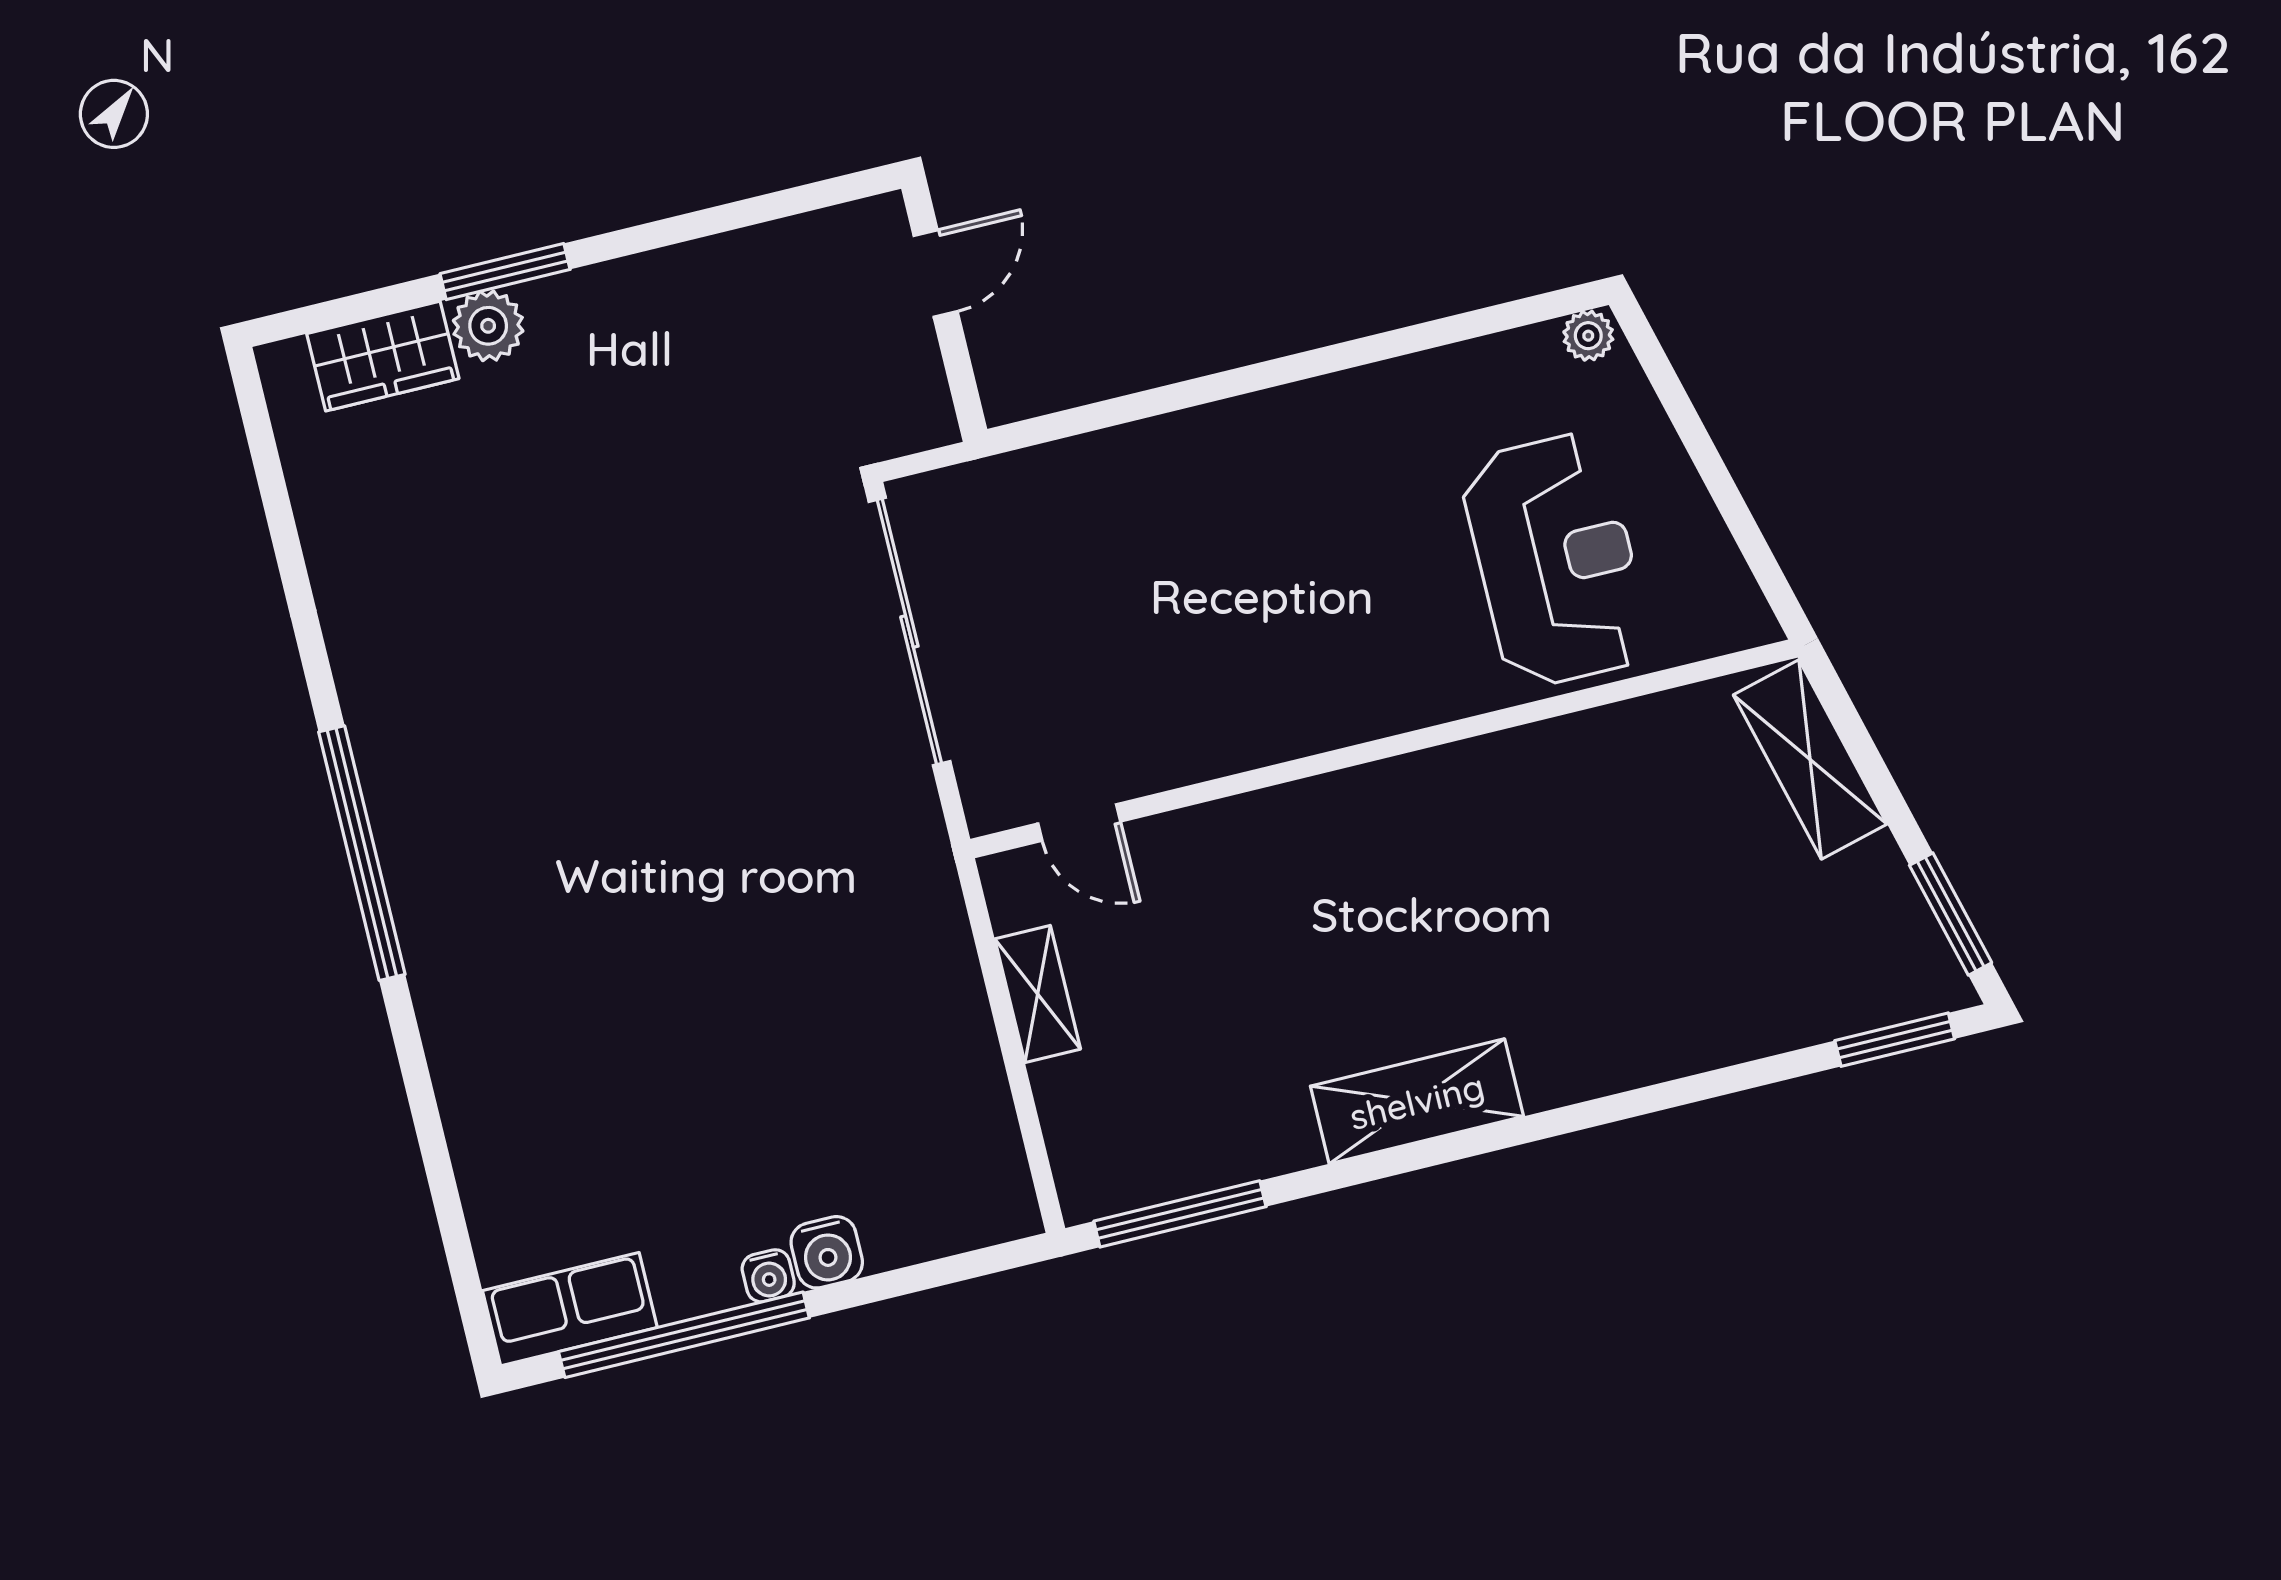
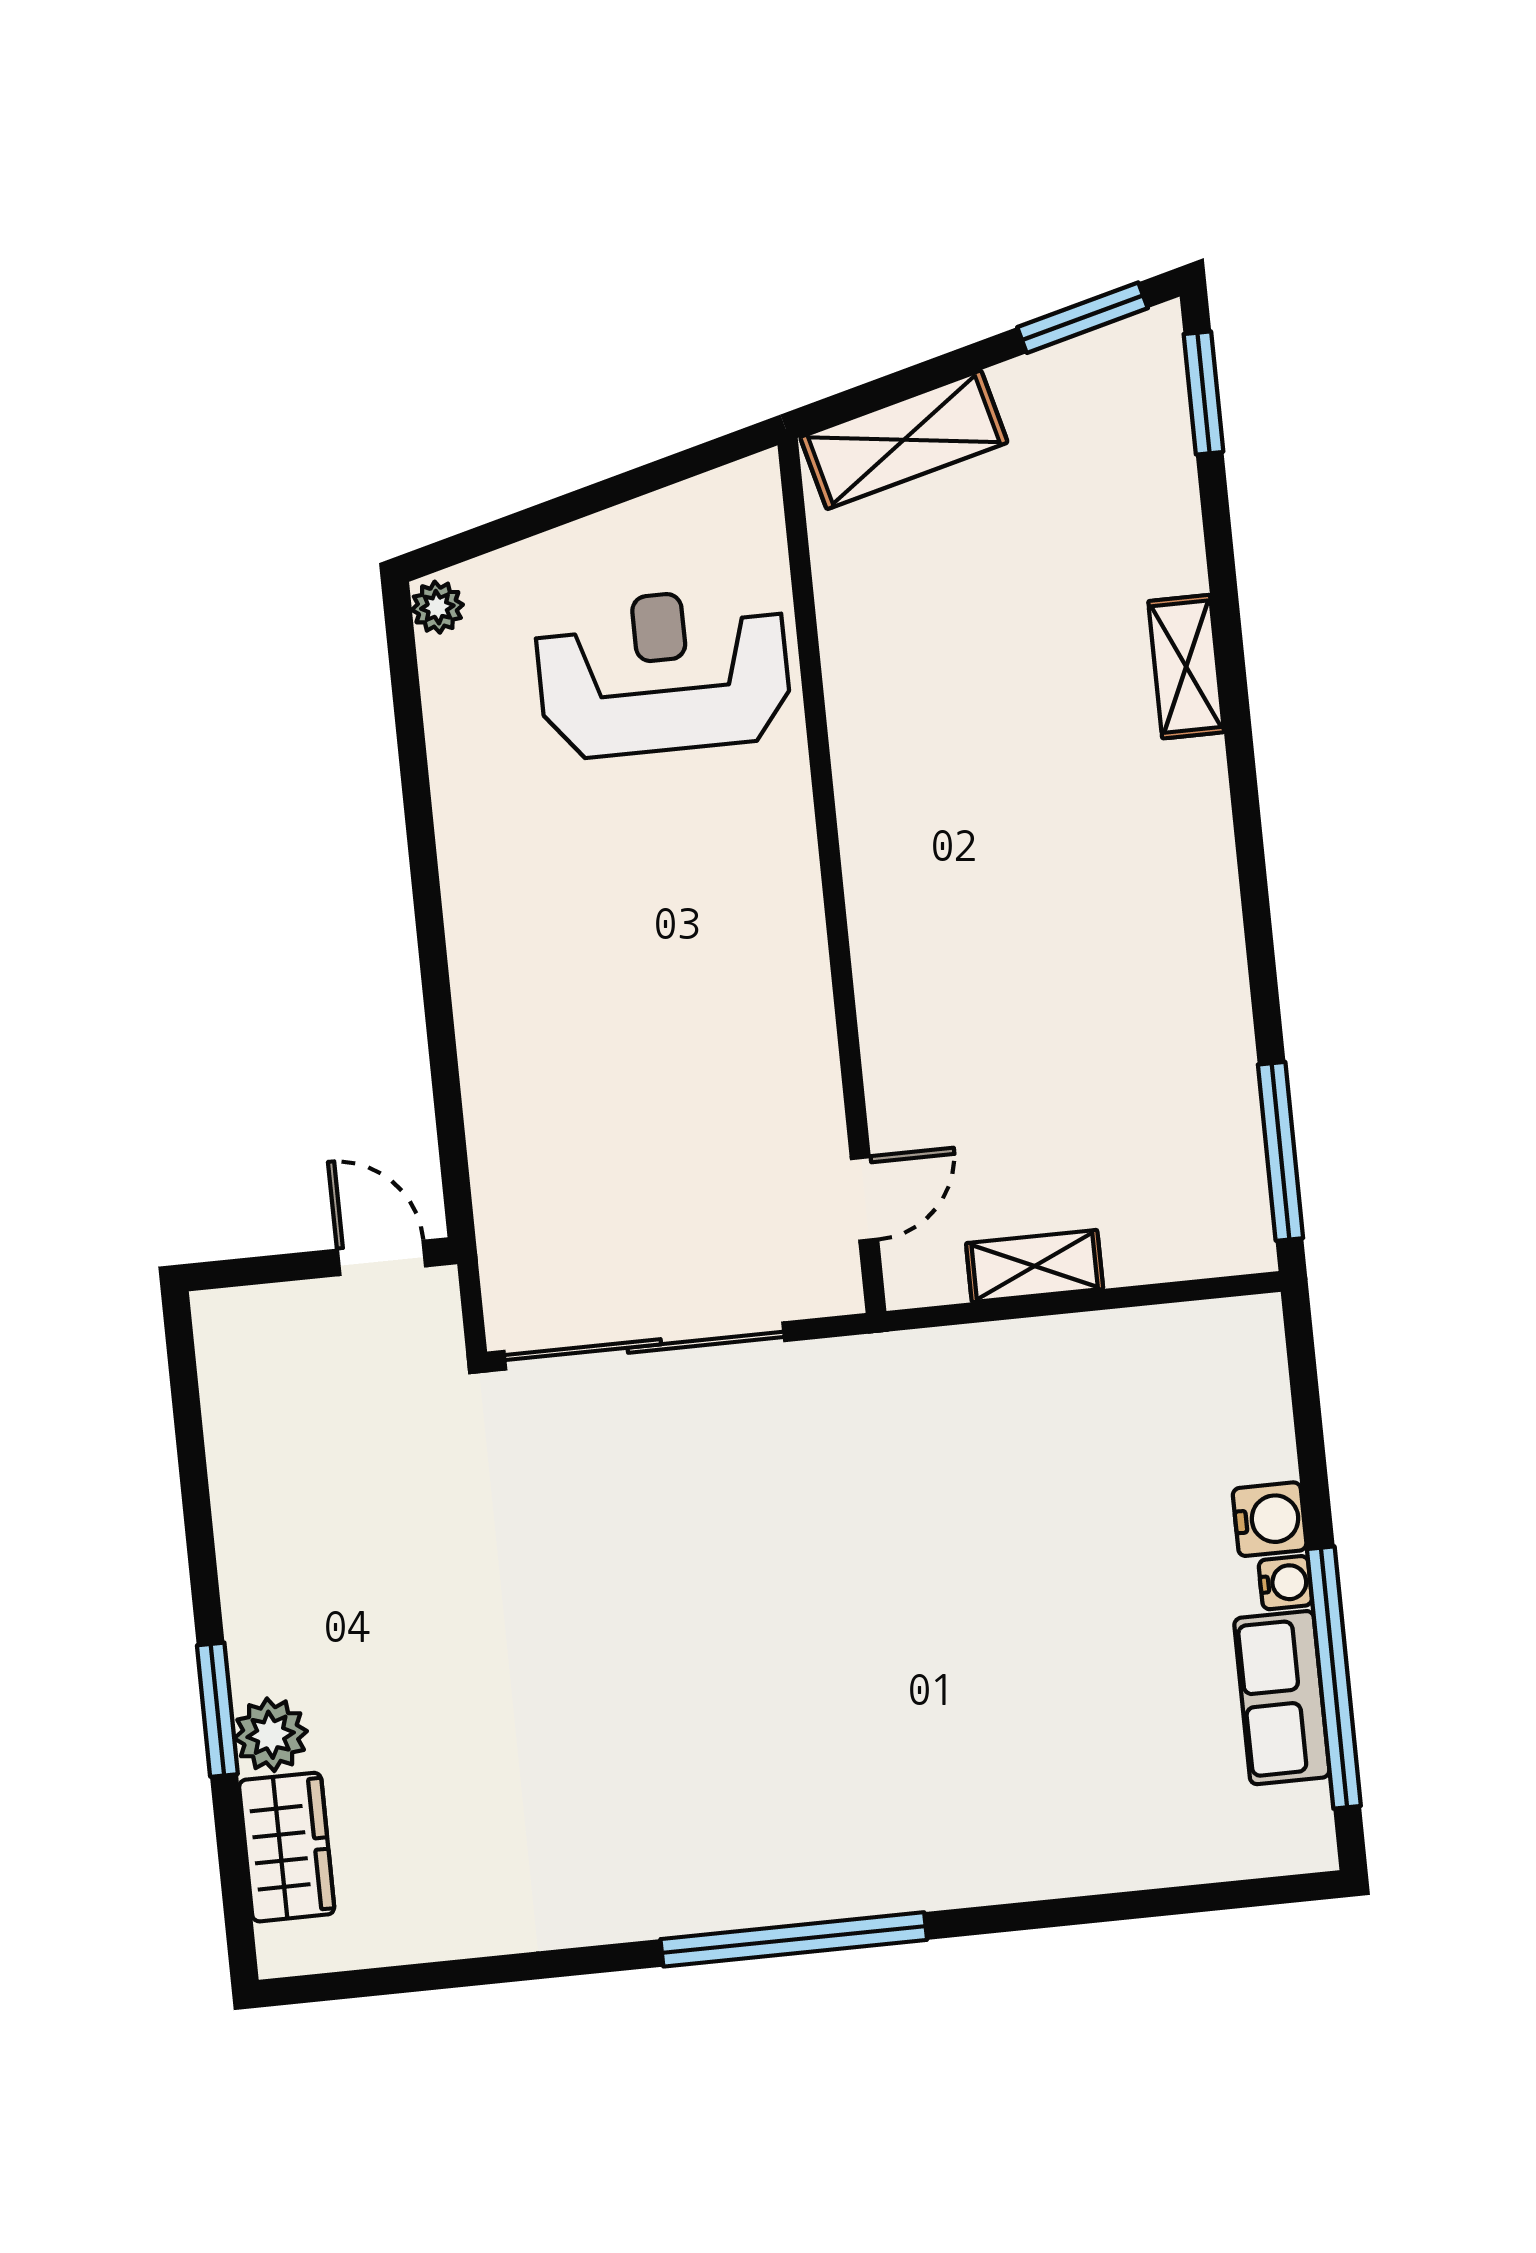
door: (936, 274) -> (381, 1258), moved
shelving: (1417, 1101) -> (1186, 667), moved, width x0.67, depth x0.75
row of seats: (570, 1309) -> (1282, 1698), moved

